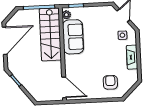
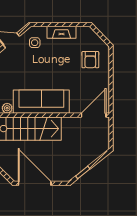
sofa: (73, 37) -> (41, 102), width x1.36
armchair: (110, 82) -> (90, 60), turned -90

